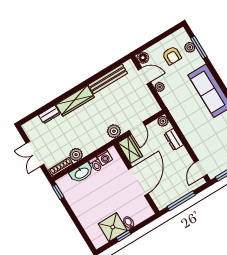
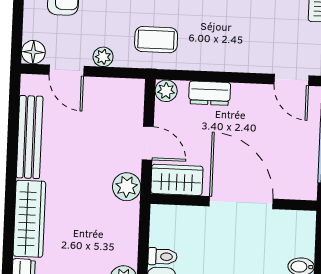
door: (144, 76) -> (66, 70), swing flipped
coffee table: (181, 104) -> (156, 40), added
washing machine: (105, 158) -> (161, 233), removed

